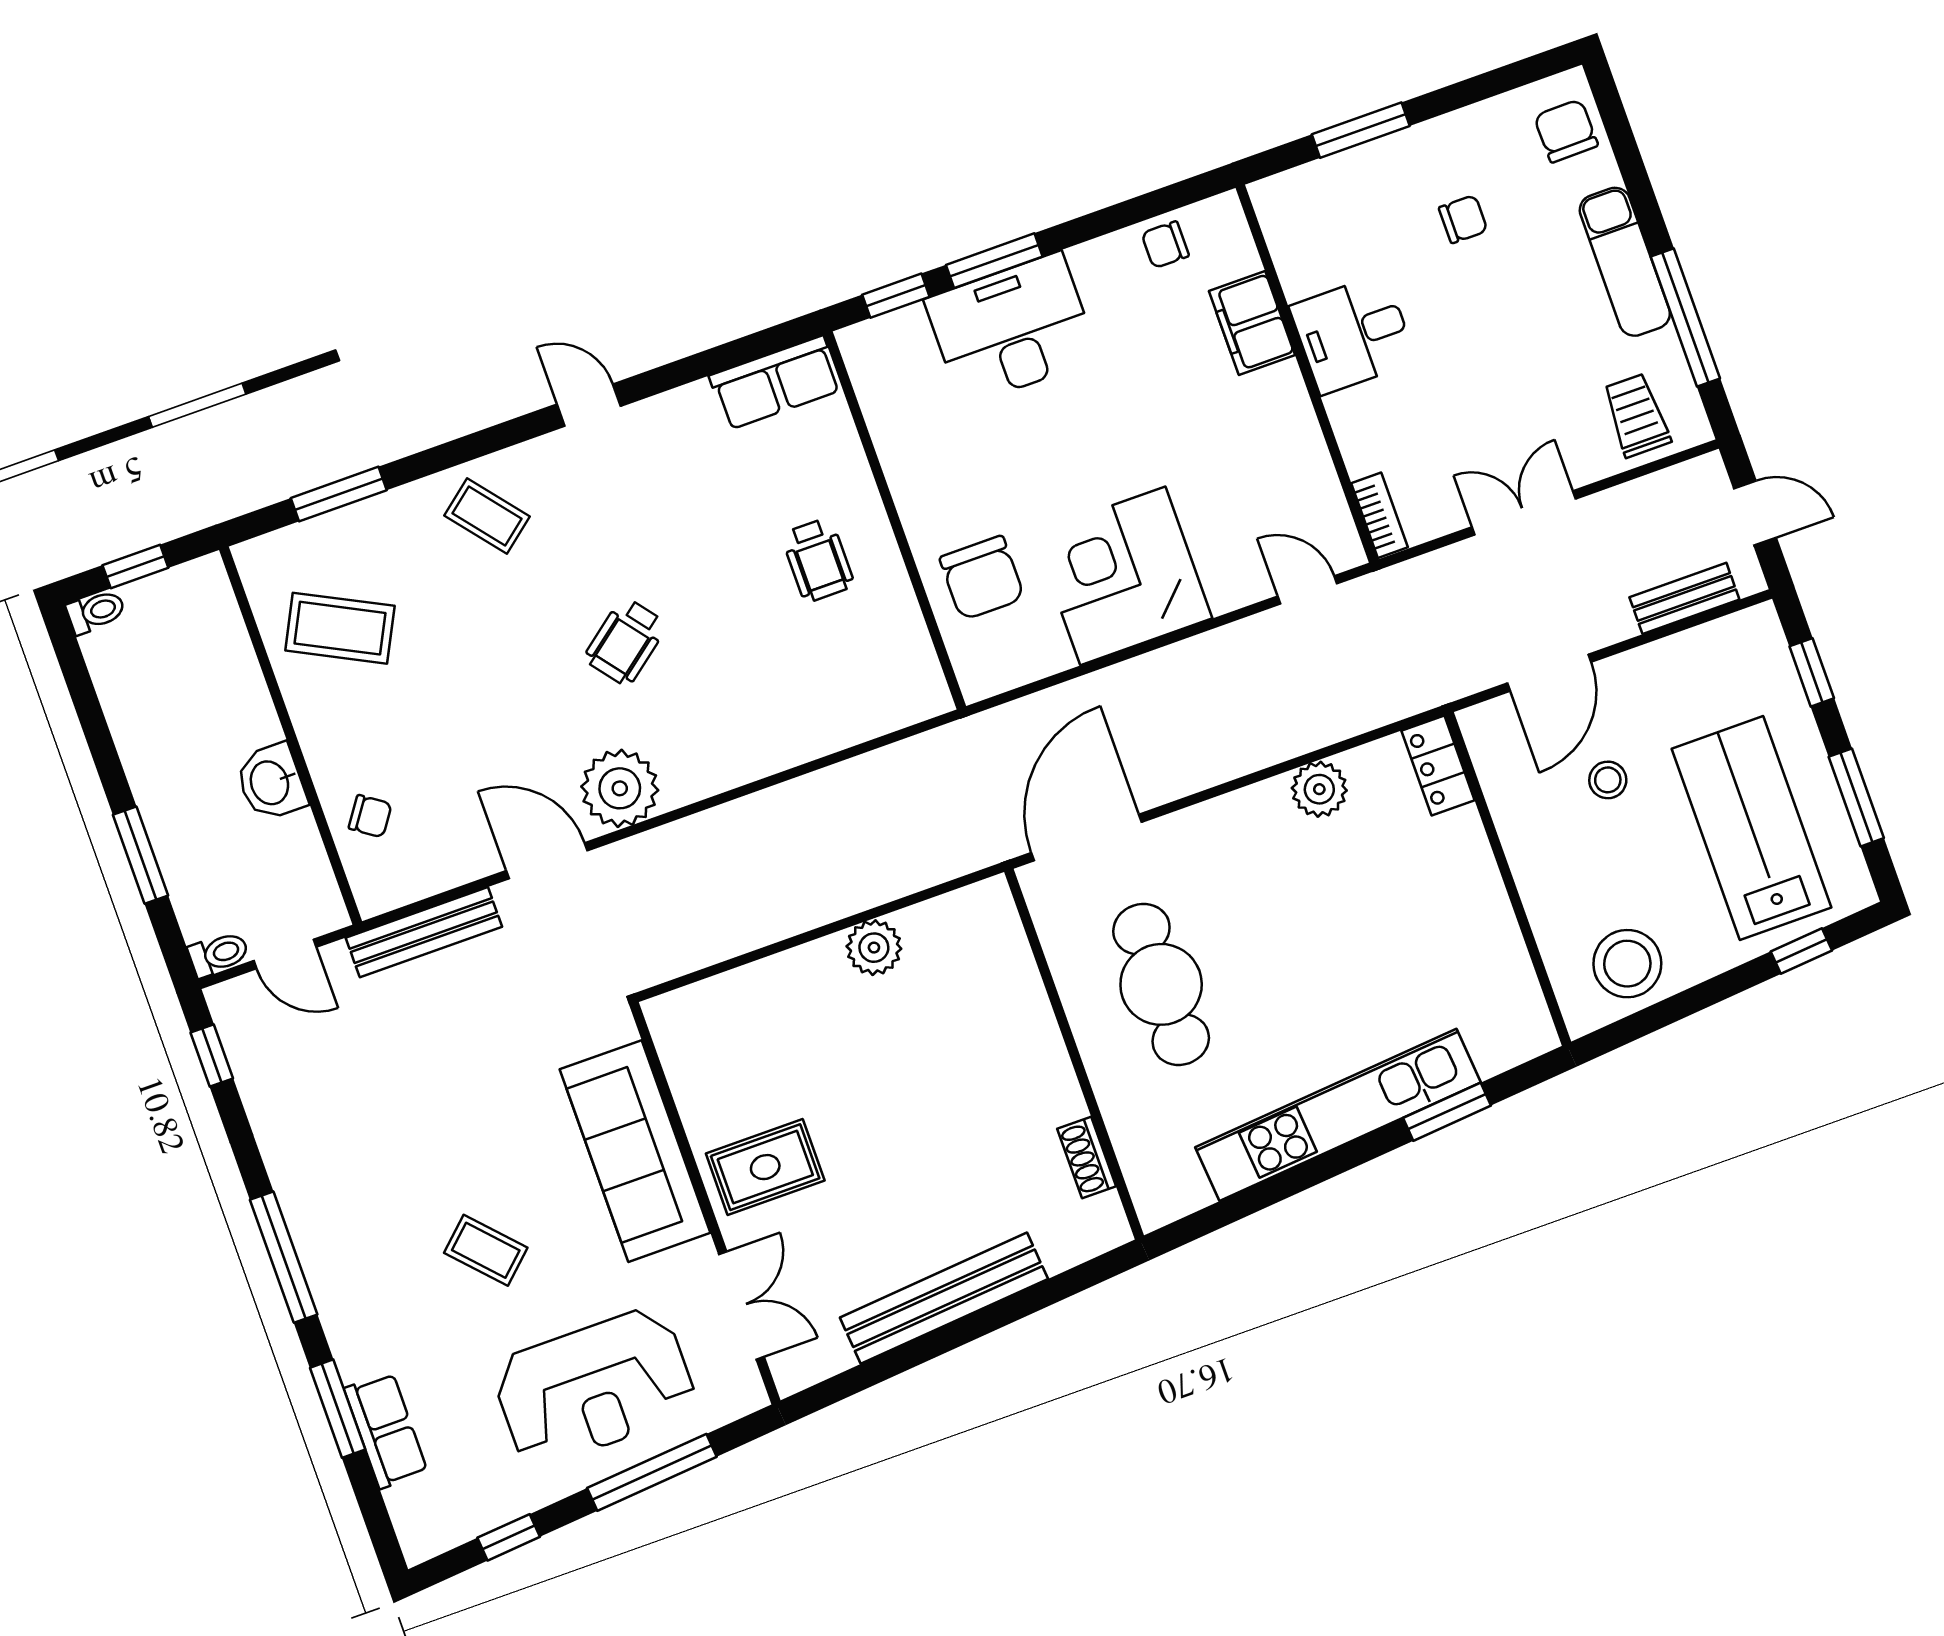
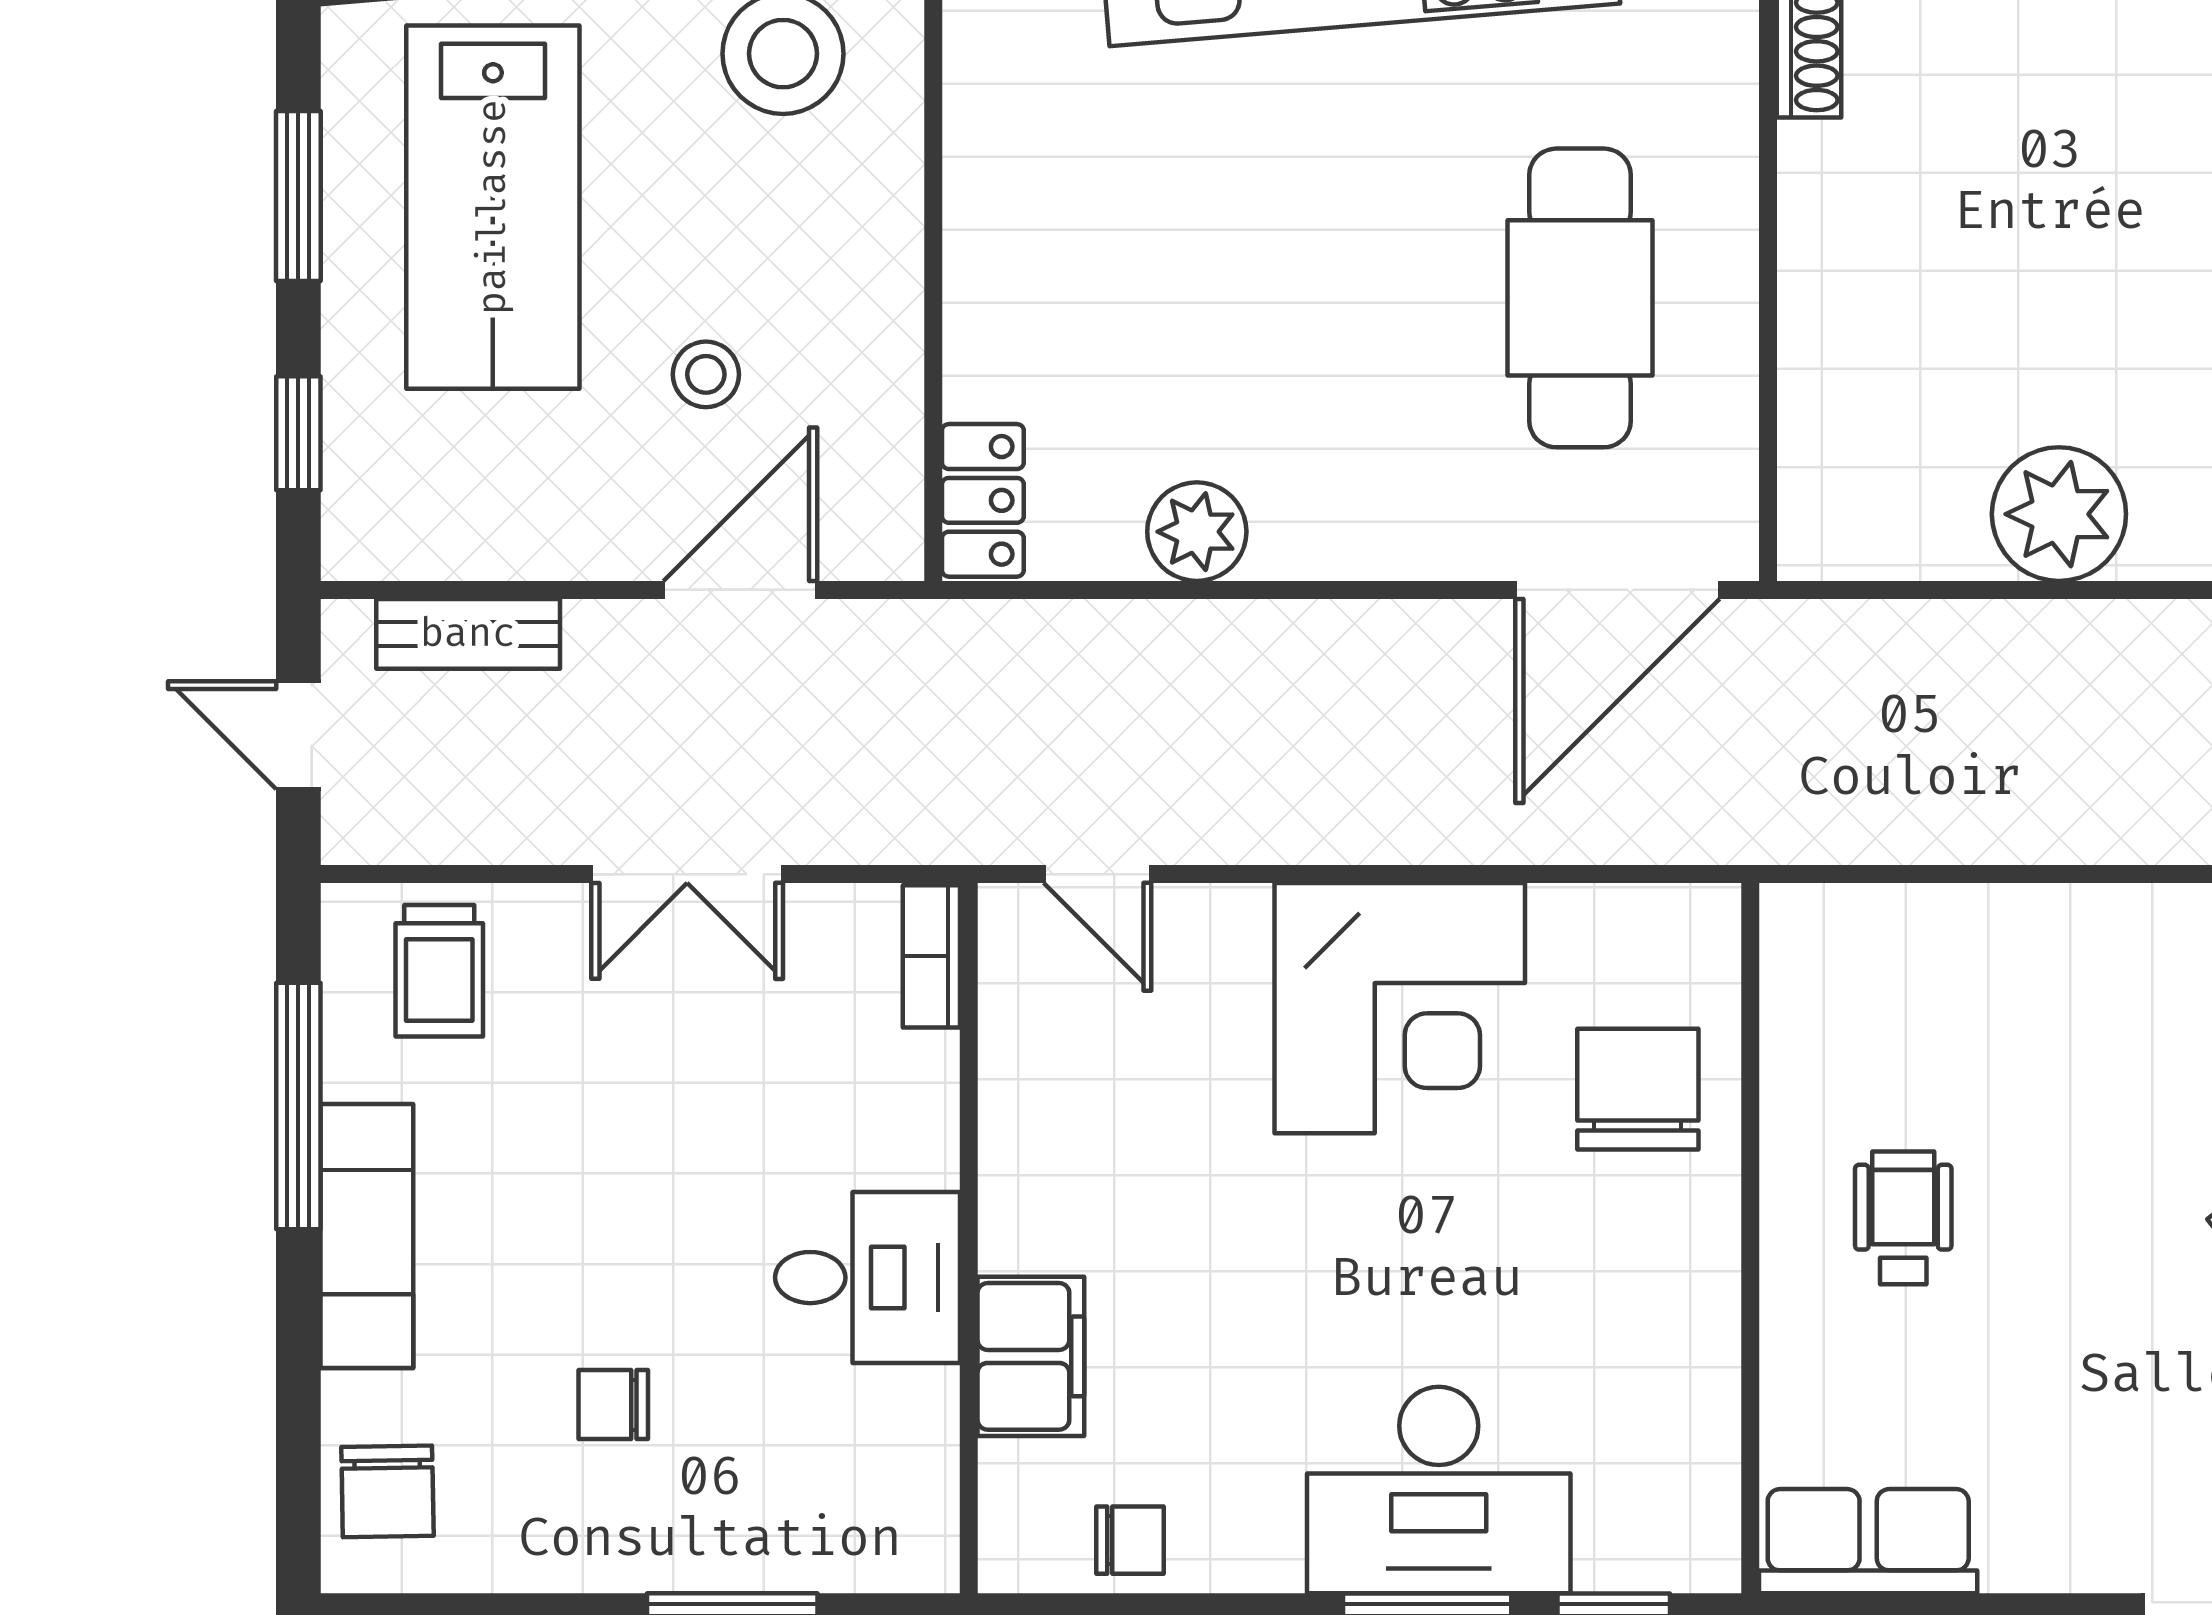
plant: (874, 948) -> (2059, 514), width x1.36, depth x1.36

